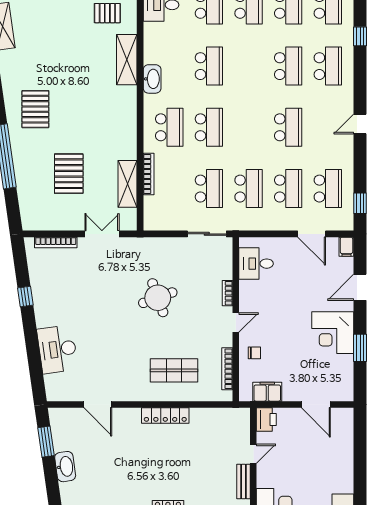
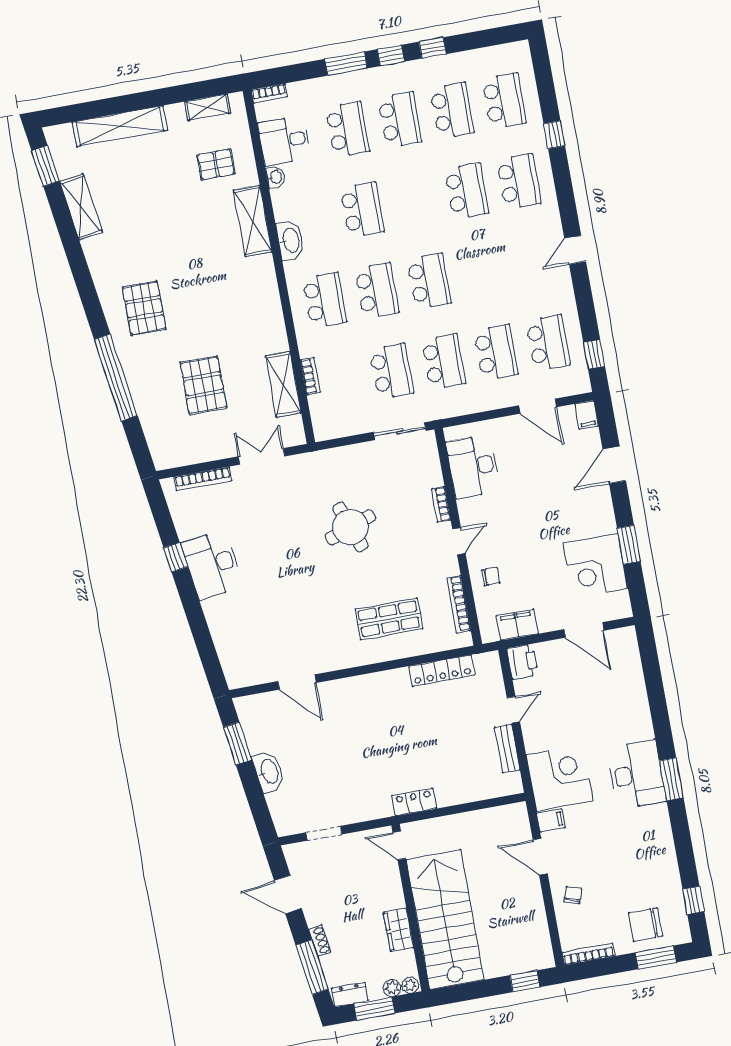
washbasin: (150, 30) -> (275, 177), added
school desk: (288, 127) -> (429, 281), moved
bookcase: (149, 174) -> (310, 376), width x0.64
desk: (256, 264) -> (473, 466), width x1.37
corner desk: (333, 333) -> (595, 566), moved
desk: (57, 349) -> (212, 565), moved
locker: (165, 415) -> (442, 671), moved

